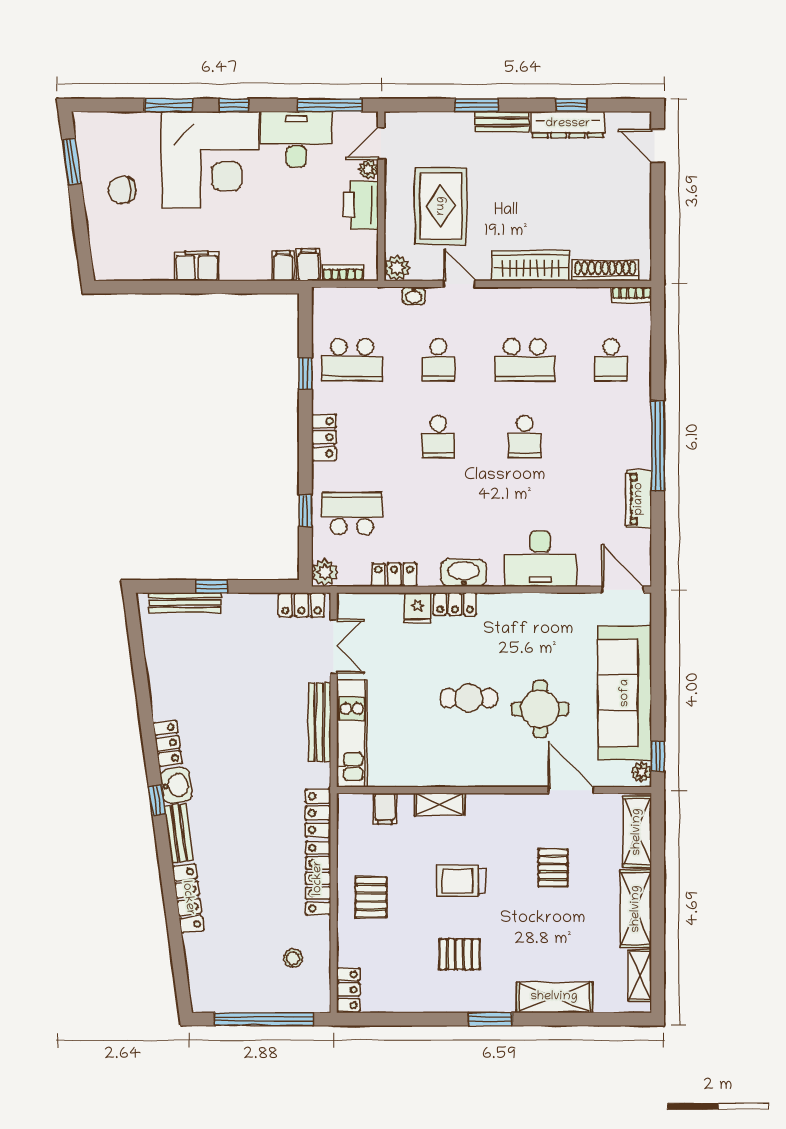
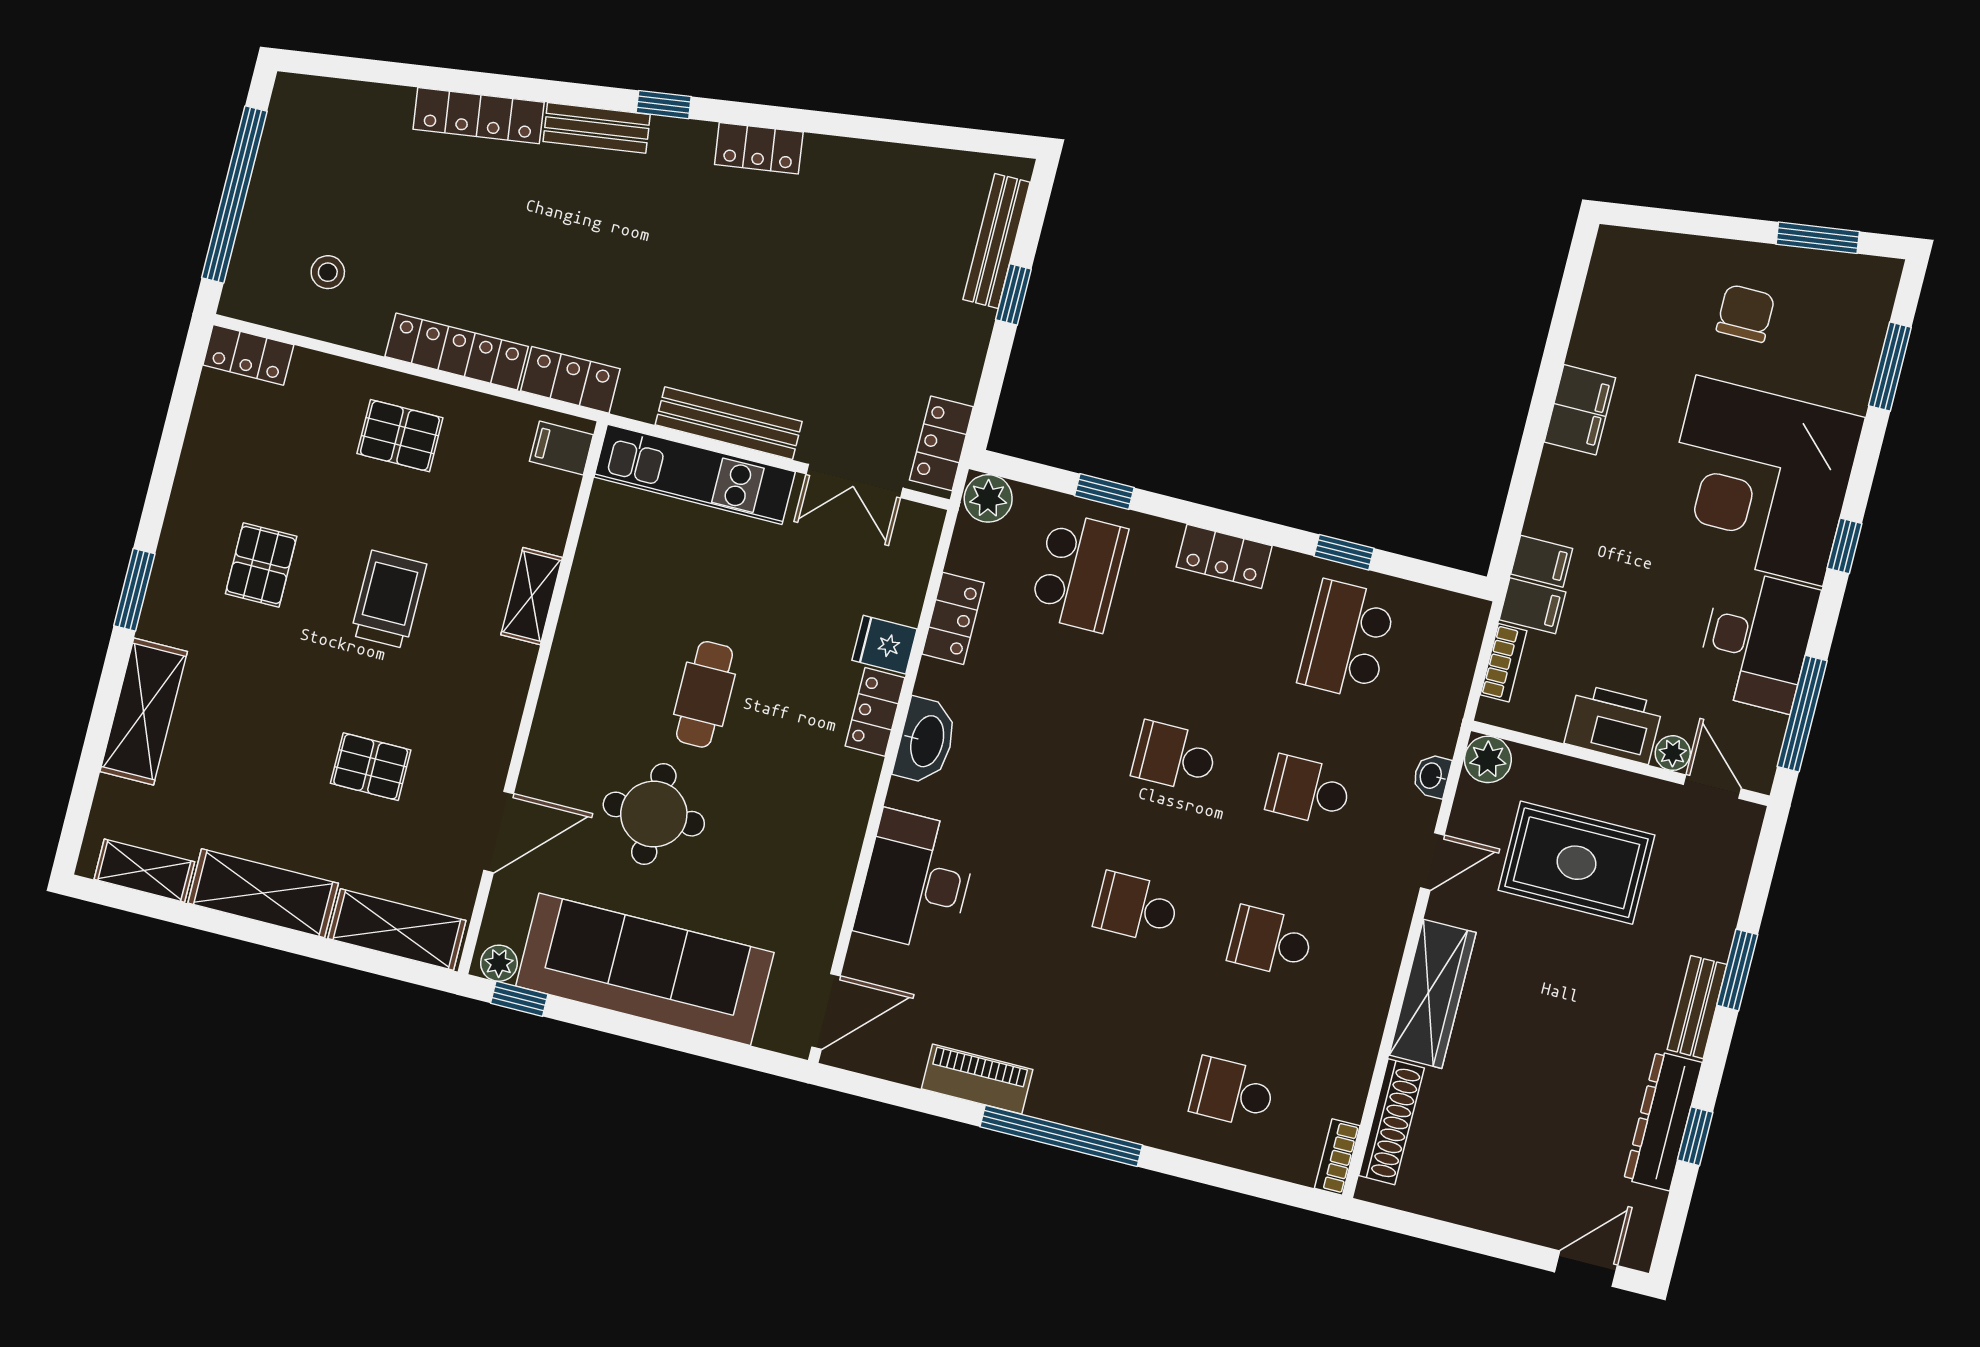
window: (169, 105) -> (1890, 367), moved
school desk: (525, 360) -> (1271, 942), width x0.54
washbasin: (176, 785) -> (682, 145), removed
filing cabinet: (385, 809) -> (561, 448), moved

